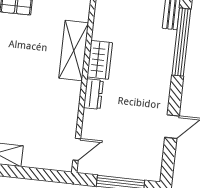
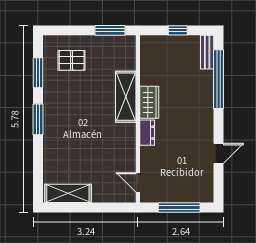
door: (77, 149) -> (138, 182), swing flipped

